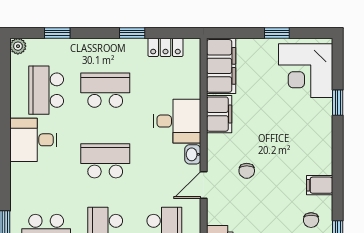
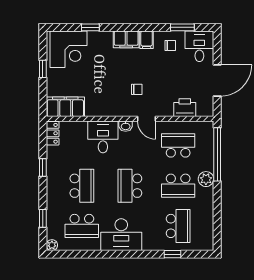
locker: (165, 47) -> (53, 133), moved
school desk: (105, 90) -> (82, 186), turned 180
filing cabinet: (219, 114) -> (126, 39), moved, turned 180
desk: (33, 140) -> (121, 235), width x1.37

